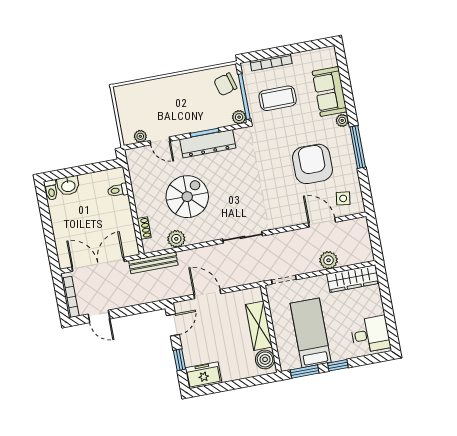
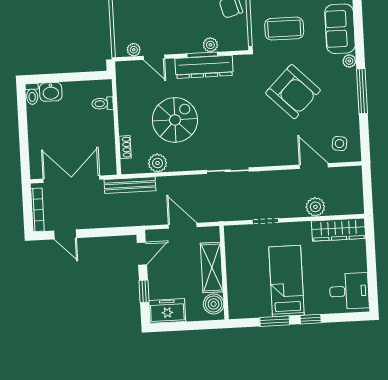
plant: (239, 117) -> (210, 45), moved
armchair: (312, 164) -> (293, 92), moved, turned 135
shelving: (259, 326) -> (212, 268), moved
wall: (271, 329) -> (224, 273), moved
boiler: (265, 359) -> (214, 304), moved

